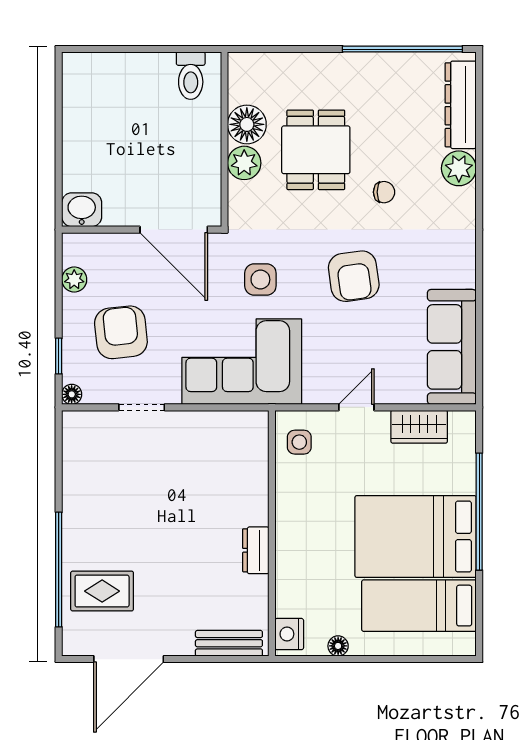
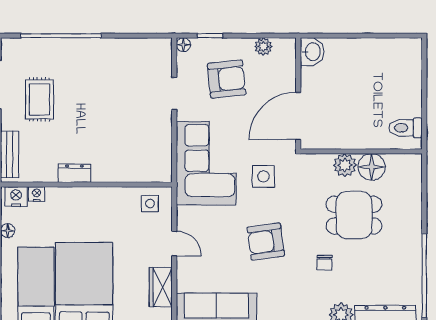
rug: (102, 591) -> (40, 99), moved
nightstand: (286, 605) -> (37, 194), added

